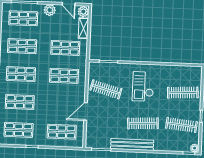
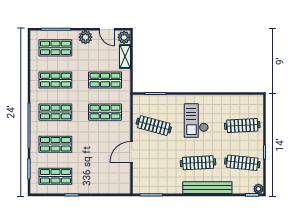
shop shelf: (62, 132) -> (105, 176), removed
bench: (132, 144) -> (207, 188), moved

